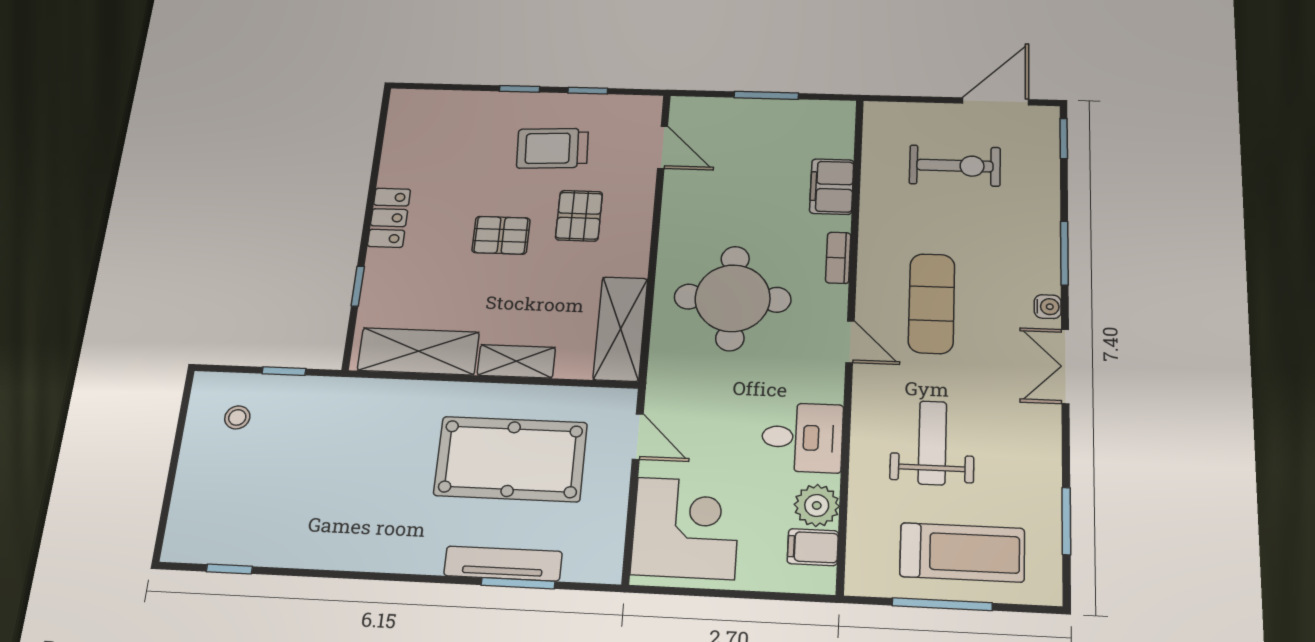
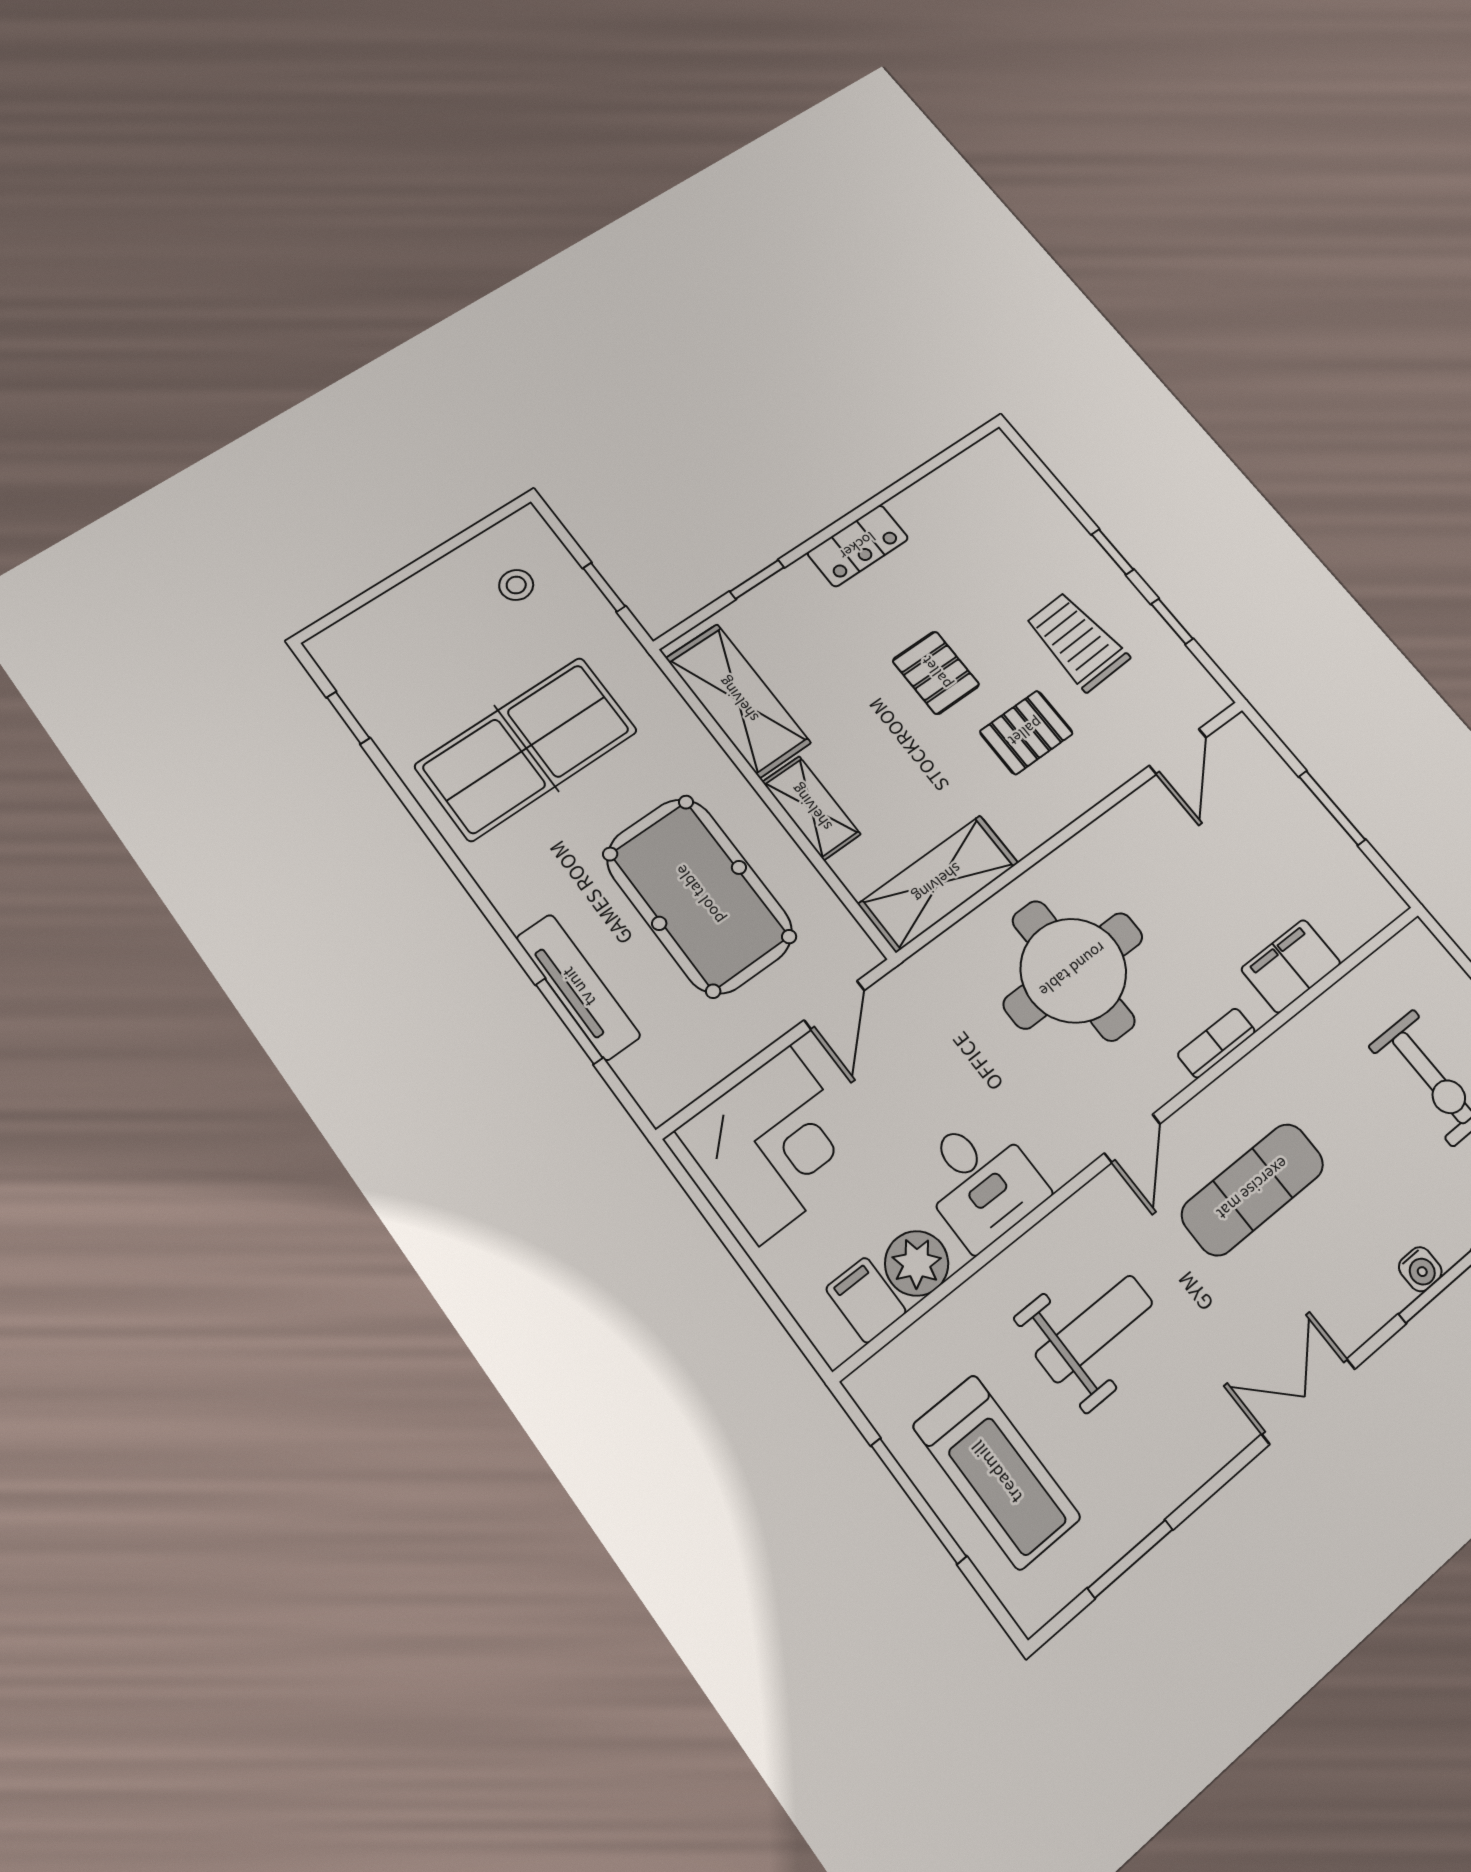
water cooler: (1048, 307) -> (1420, 1269), moved
table tennis table: (339, 486) -> (526, 748), added

